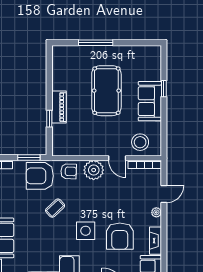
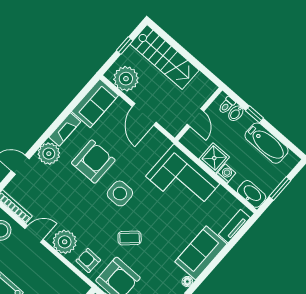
door: (117, 158) -> (34, 234), hinge flipped
plant: (156, 212) -> (49, 154), width x1.88, depth x1.88

